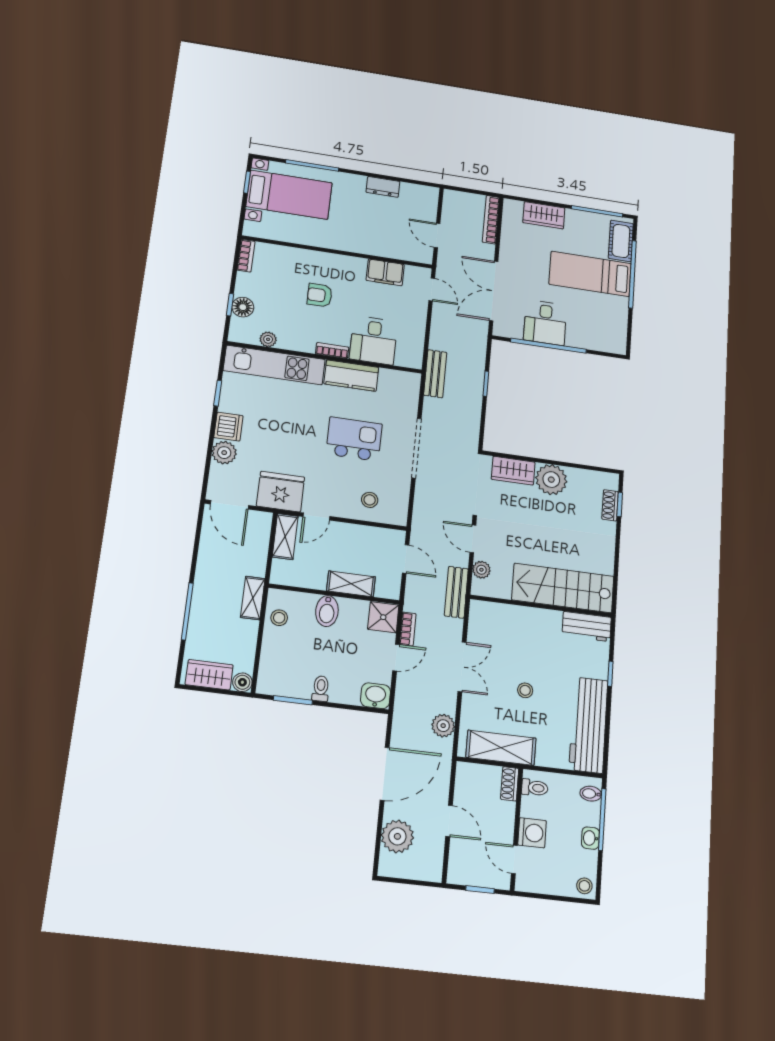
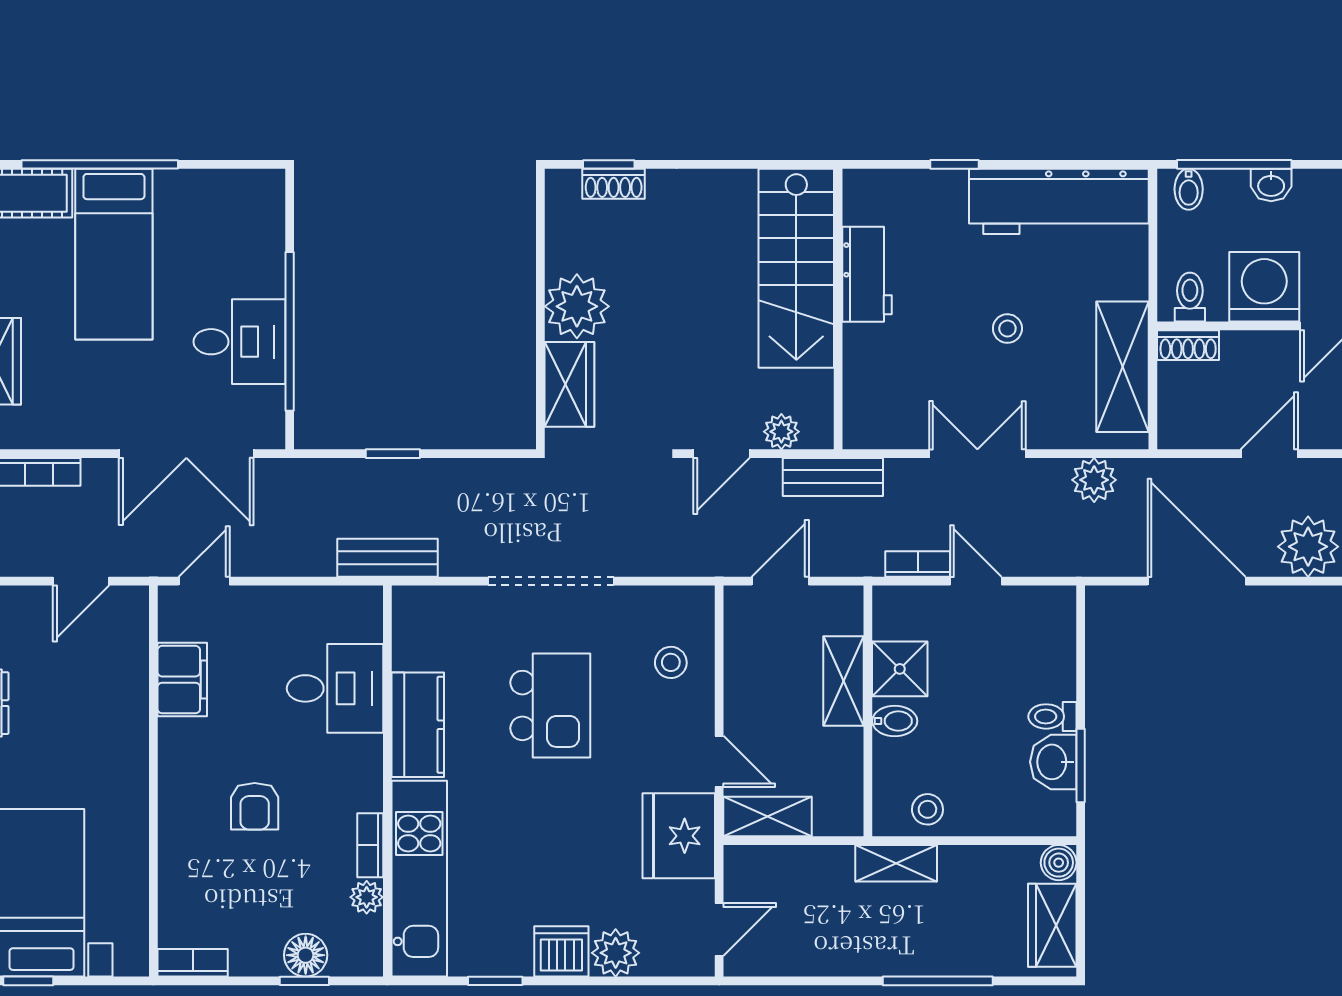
bookcase: (332, 351) -> (370, 845), moved
kitchen island: (354, 439) -> (550, 705), turned 180
door: (229, 505) -> (719, 930), width x0.73
bidet: (327, 611) -> (895, 721), width x0.72, depth x0.74
shower: (383, 617) -> (900, 669), moved
workbench: (587, 626) -> (867, 274), moved
washbasin: (375, 696) -> (1053, 762), moved
washing machine: (532, 833) -> (1264, 287), width x1.37, depth x1.37

